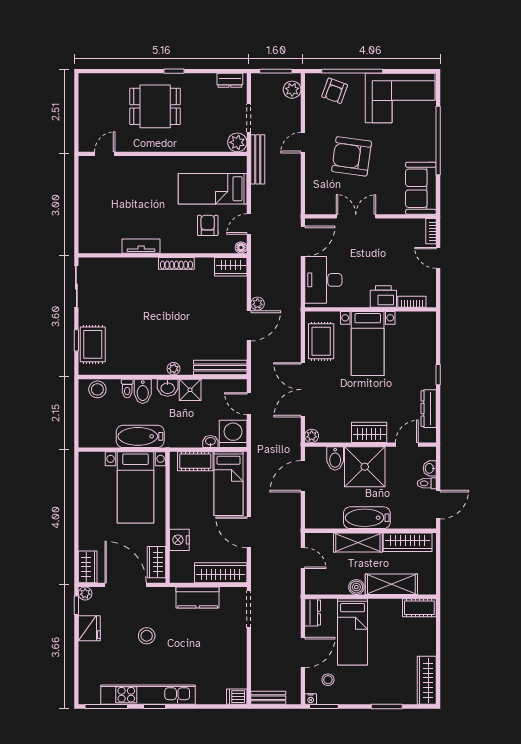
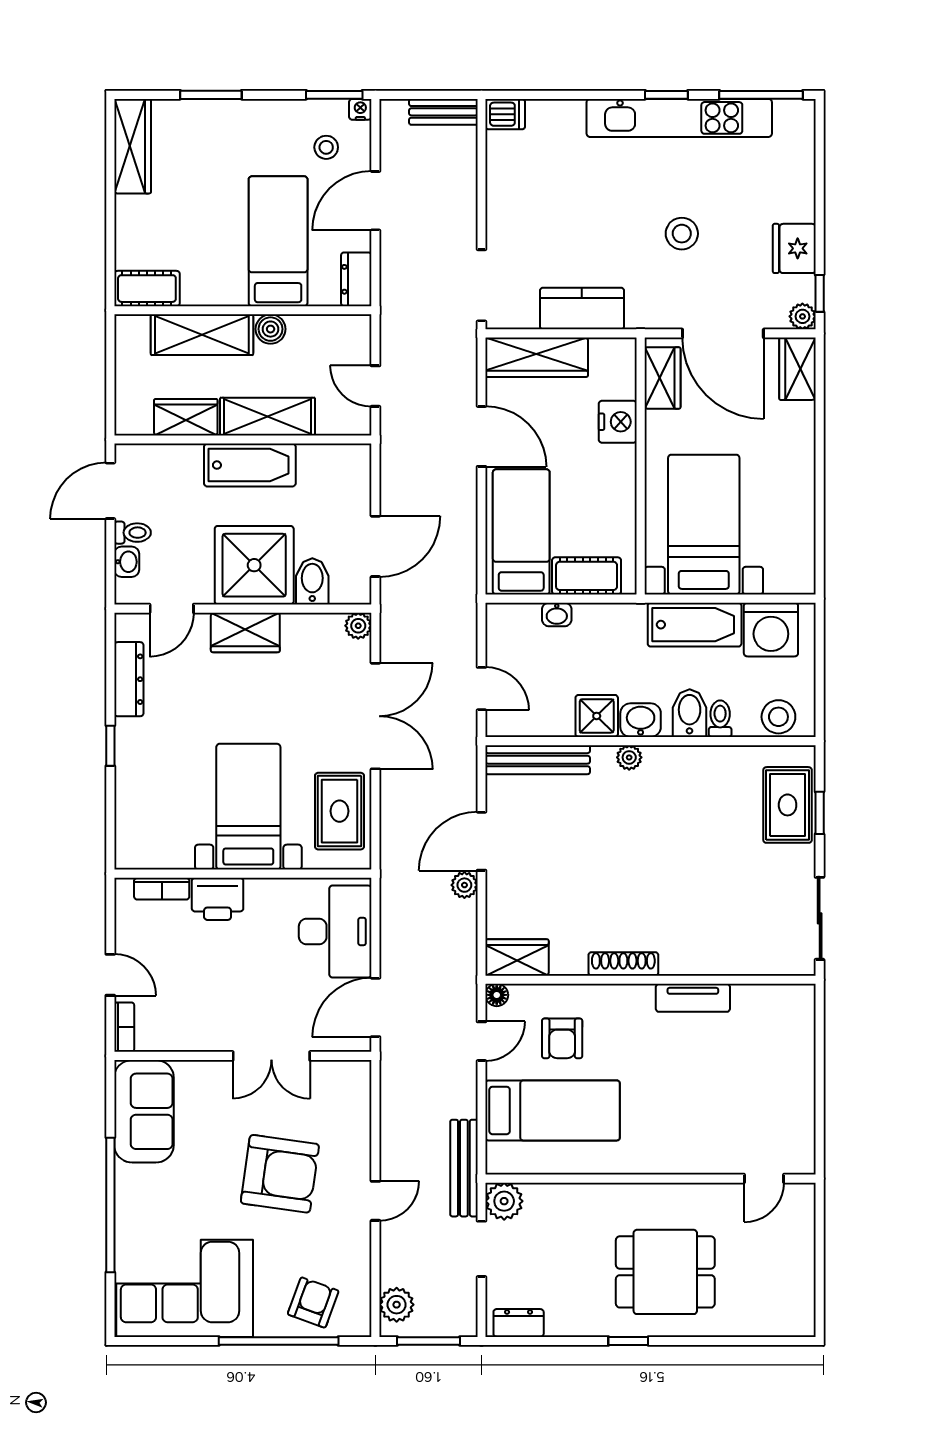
washing machine: (233, 434) -> (771, 630), moved
wardrobe: (408, 542) -> (186, 417), width x0.67

